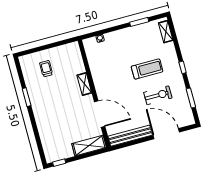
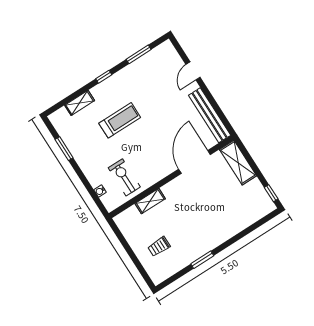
shelving: (166, 32) -> (80, 103), moved
treadmill: (147, 69) -> (120, 120), turned 90
shelving: (84, 84) -> (150, 201), moved
exercise bike: (158, 95) -> (124, 177), moved
door: (166, 134) -> (193, 71), width x0.53

